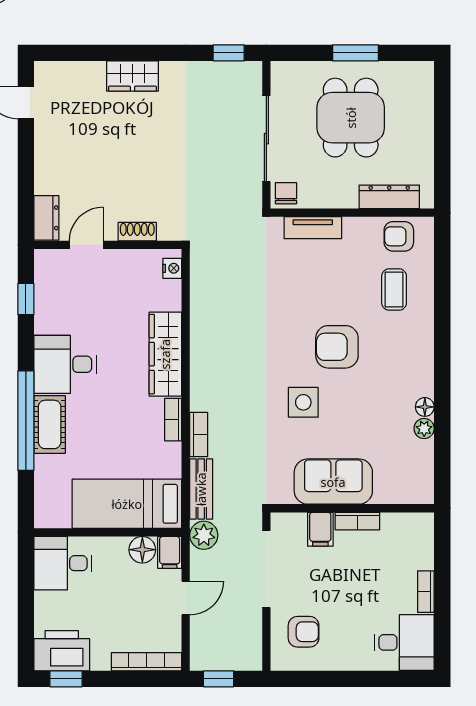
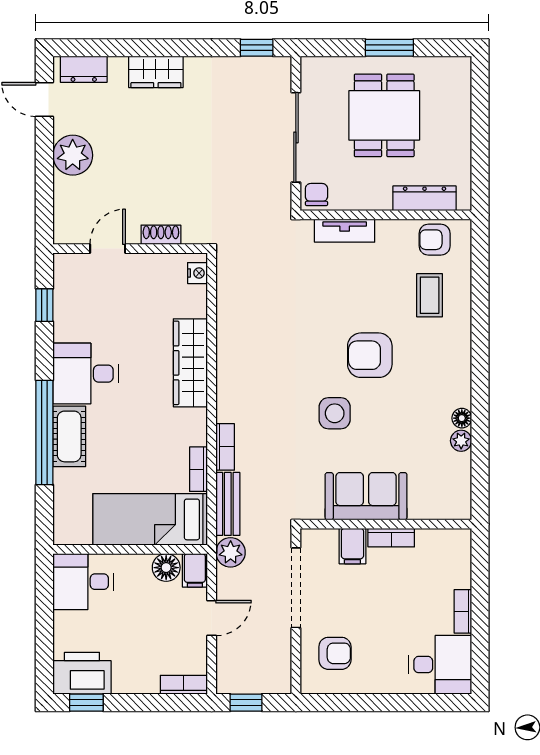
plant: (53, 156) -> (73, 155), added
dresser: (46, 218) -> (84, 69), moved, turned 90
bookcase: (173, 420) -> (198, 469), moved
bookcase: (146, 662) -> (184, 685), width x0.64

